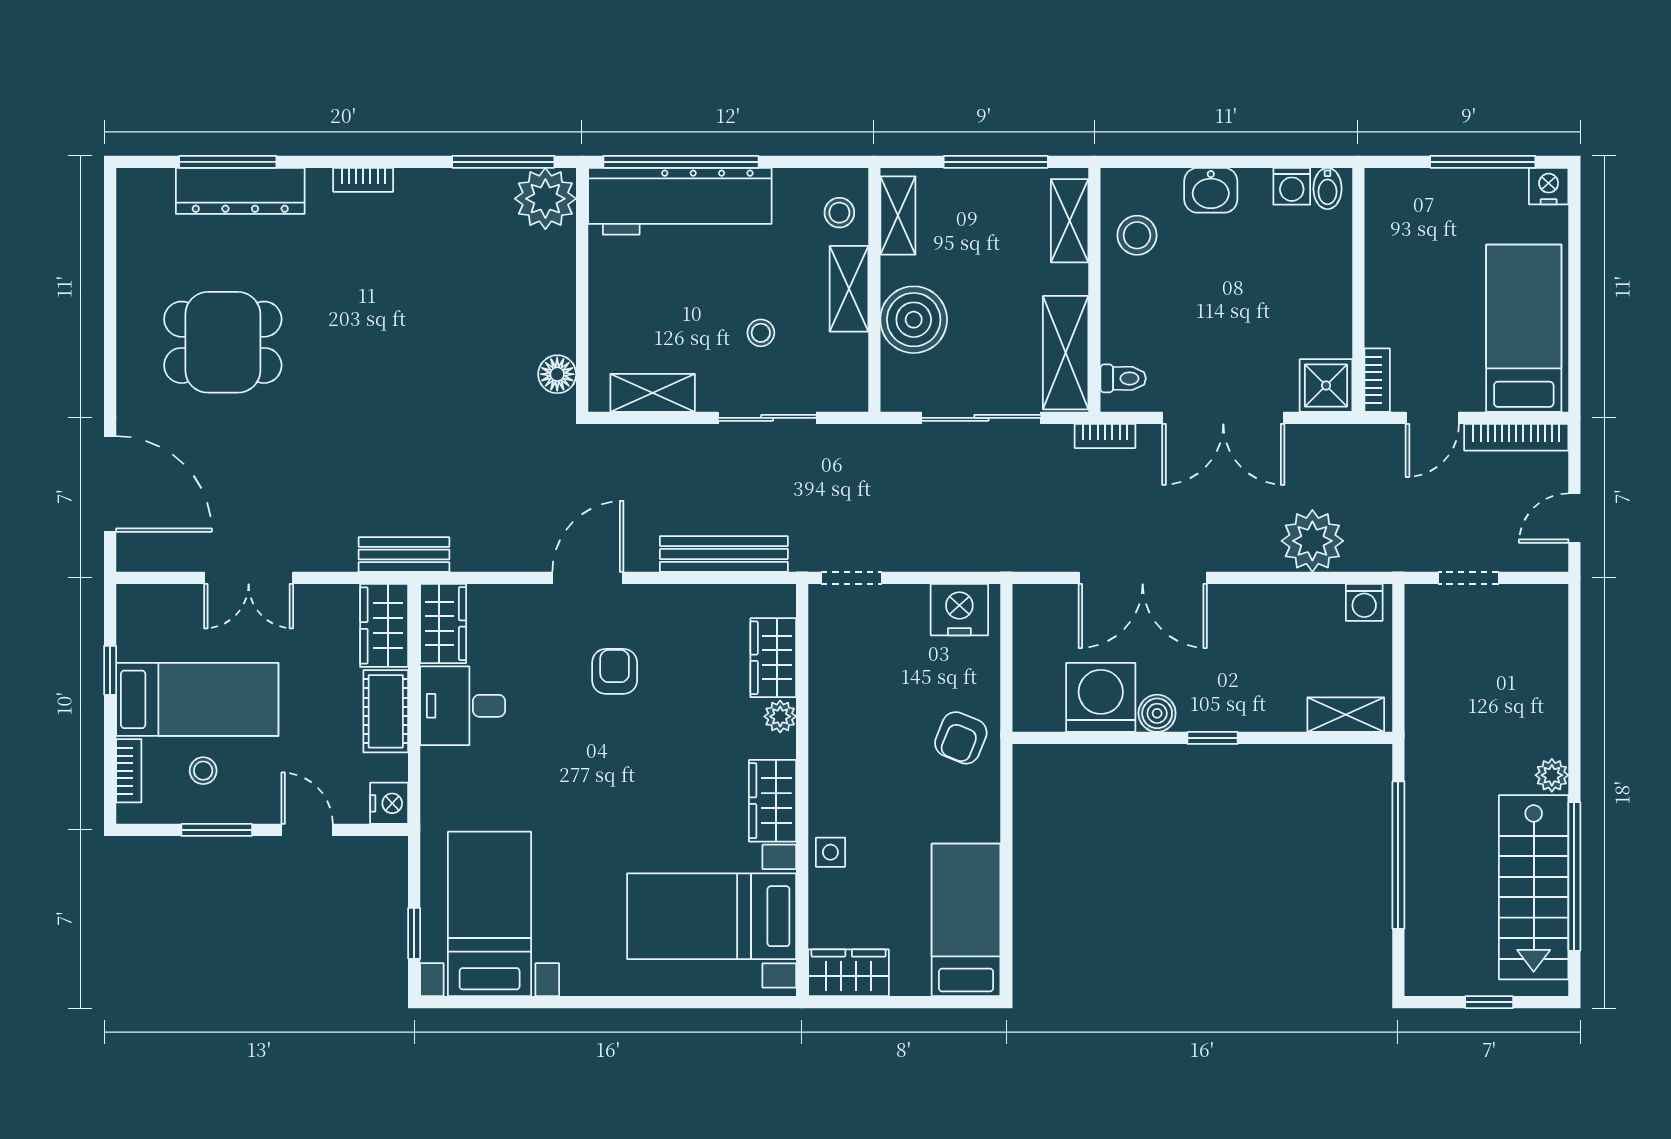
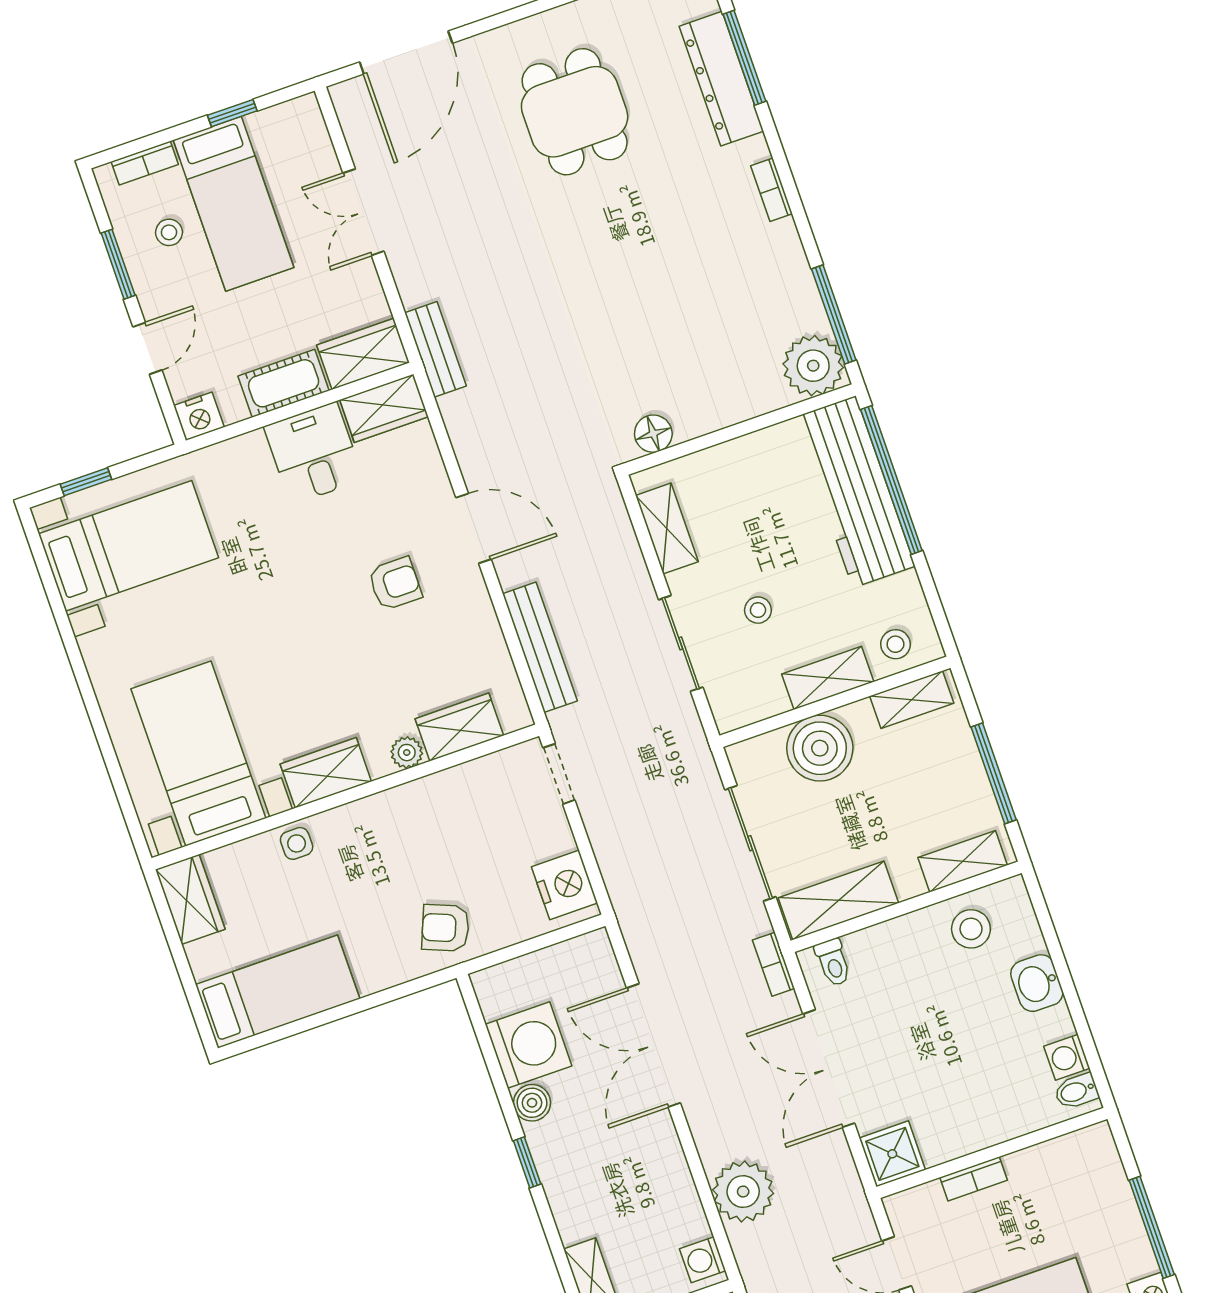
bookcase: (1377, 380) -> (974, 1179), moved

